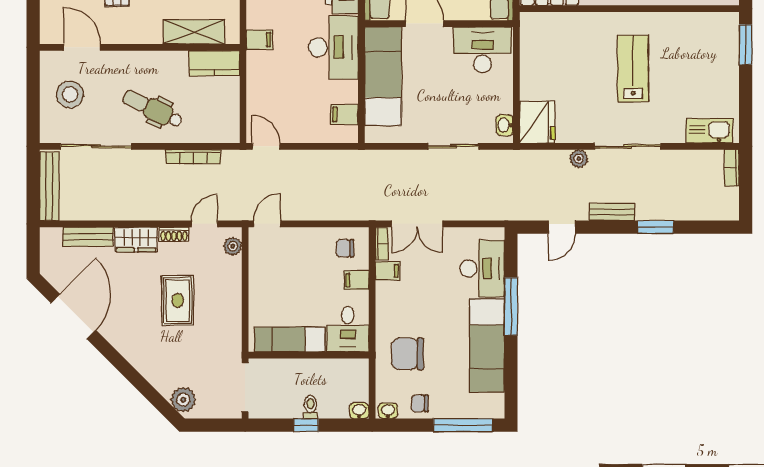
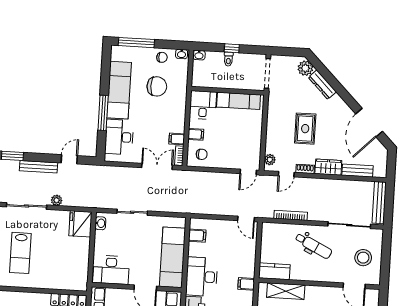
bench: (612, 212) -> (38, 167), width x1.36
chair: (408, 354) -> (157, 86), moved
dresser: (154, 374) -> (322, 85), added

